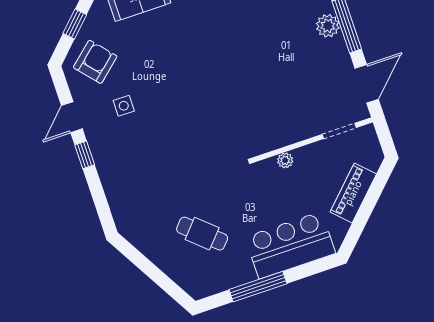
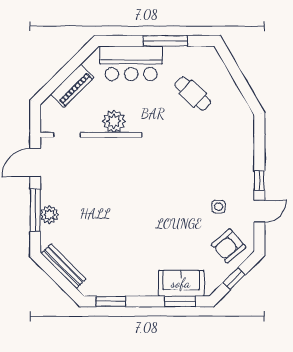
plant: (285, 160) -> (114, 121), width x1.88, depth x1.88

